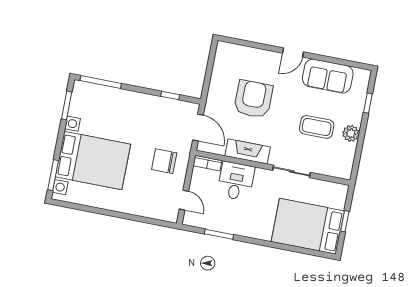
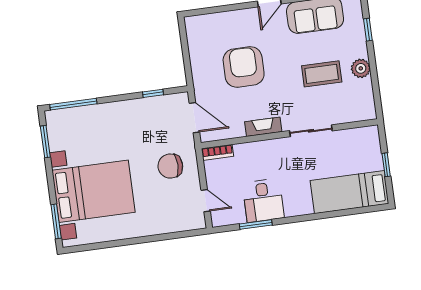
fireplace: (248, 151) -> (263, 127), width x0.73, depth x0.76
desk: (236, 181) -> (263, 200), moved, turned 180
bed: (308, 226) -> (349, 192), width x0.67

